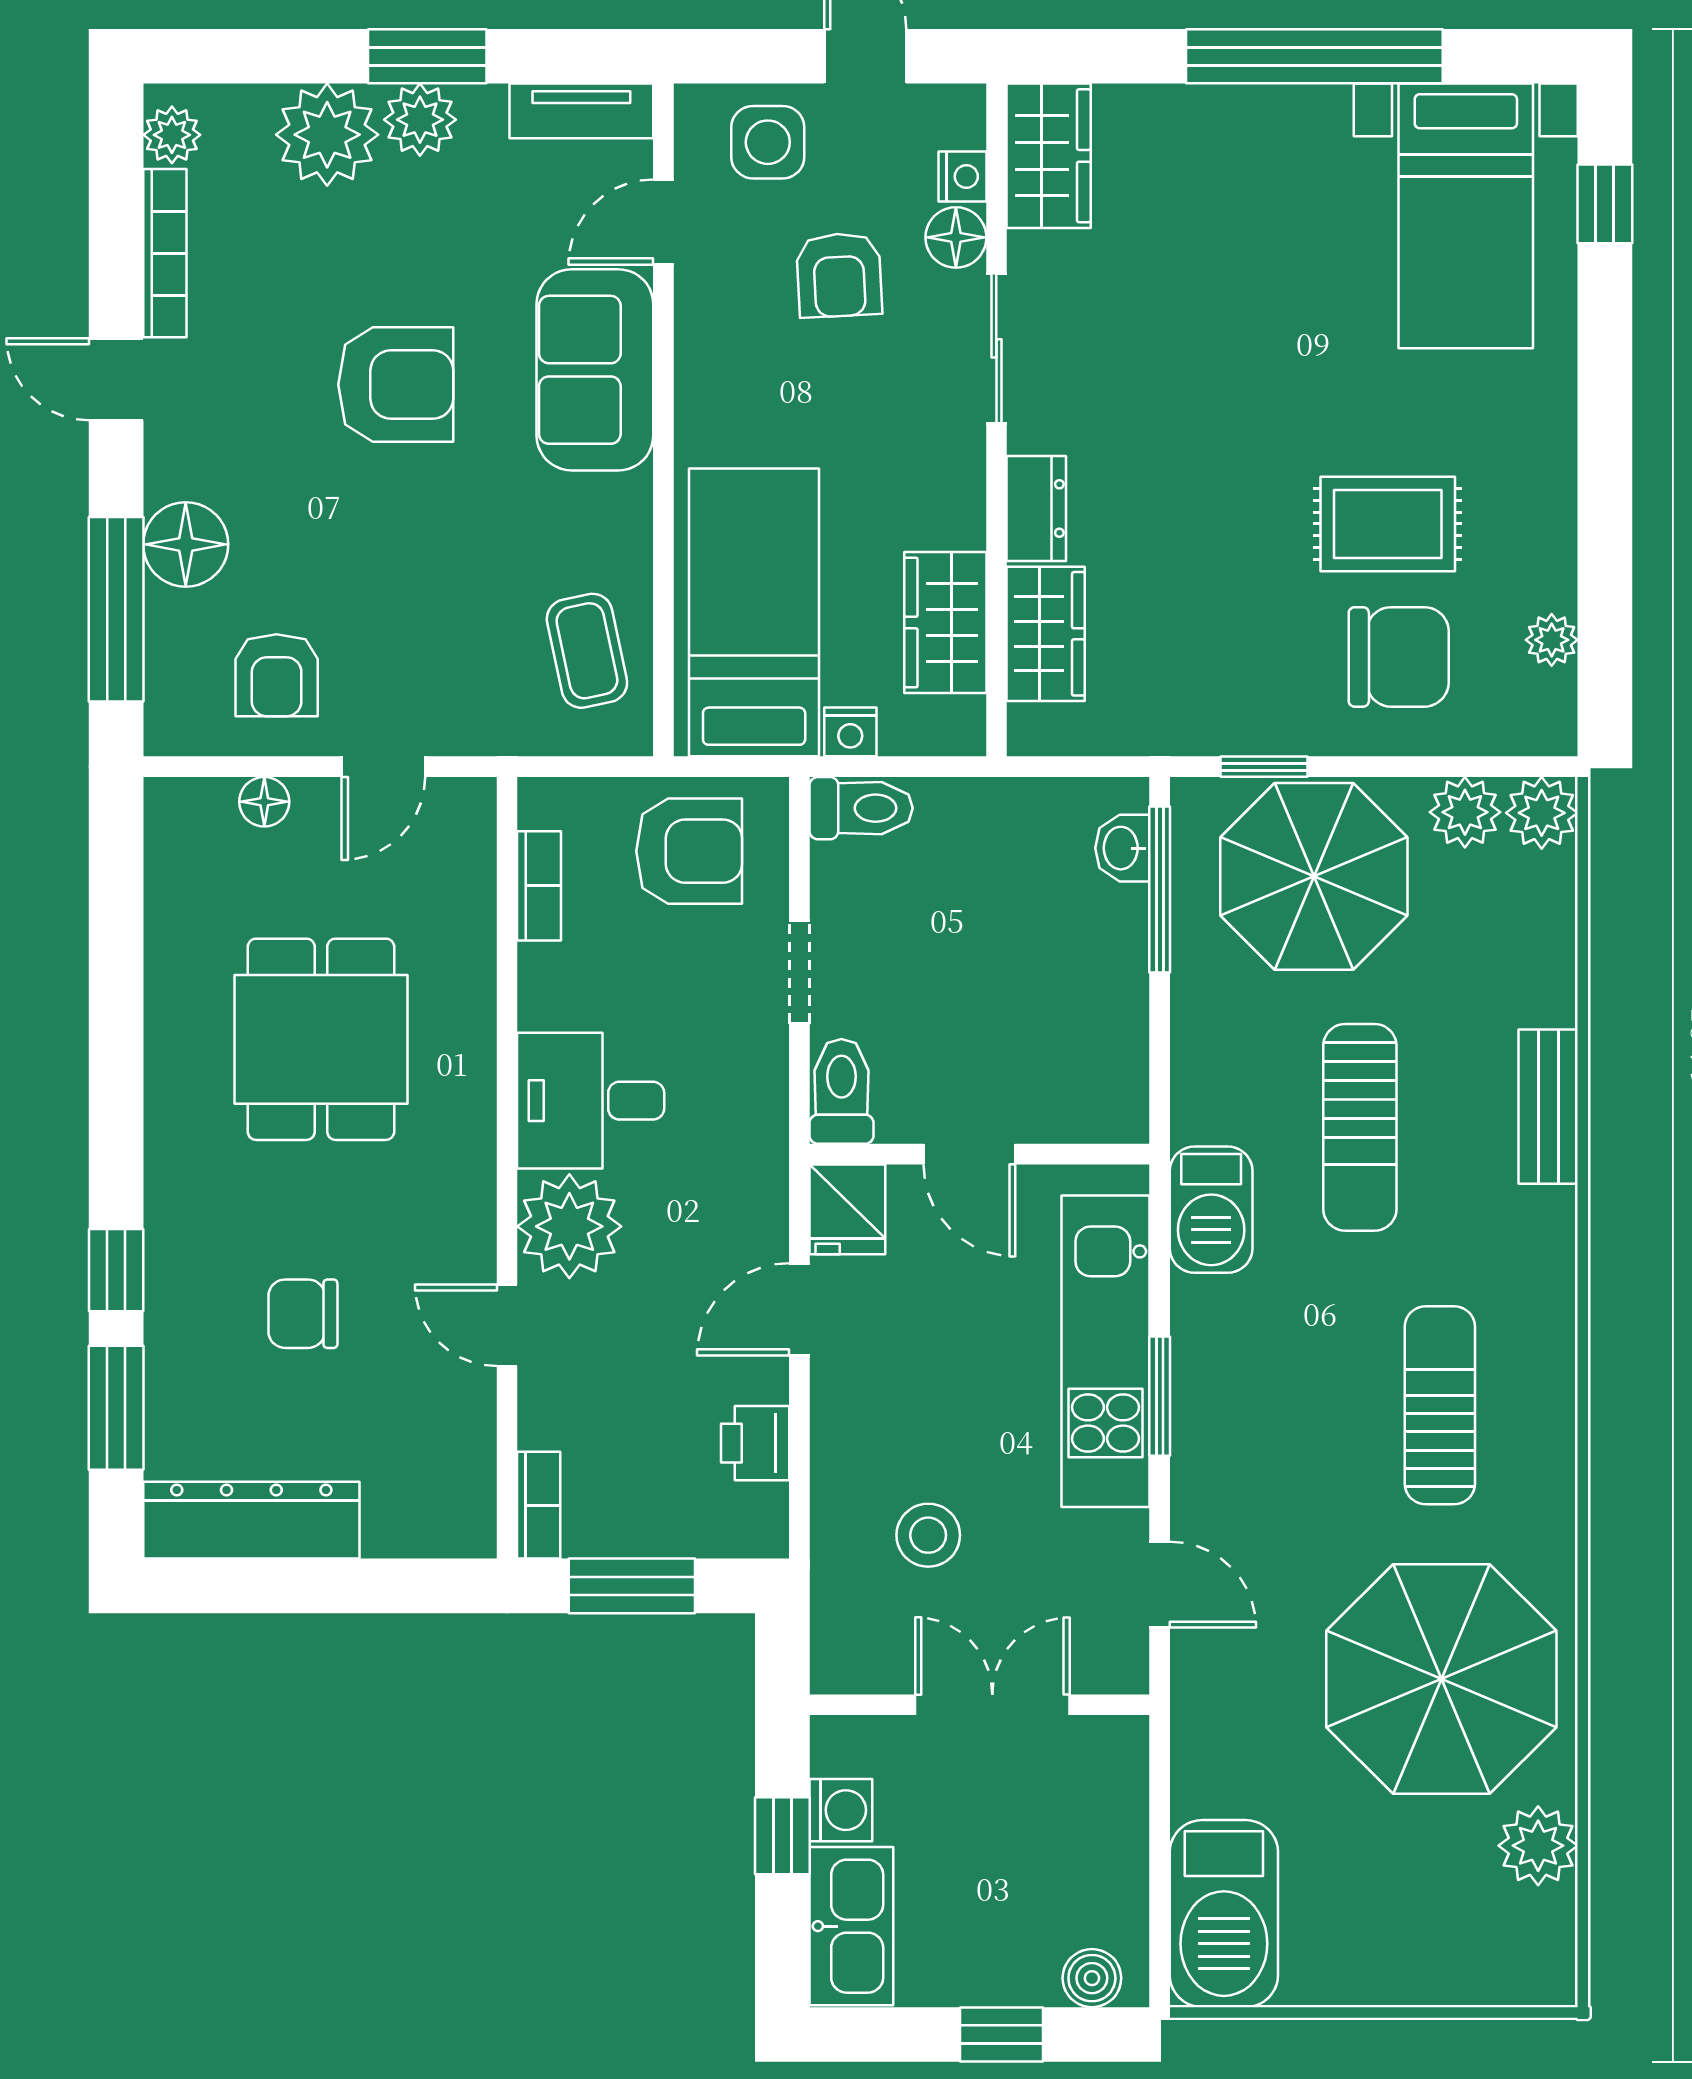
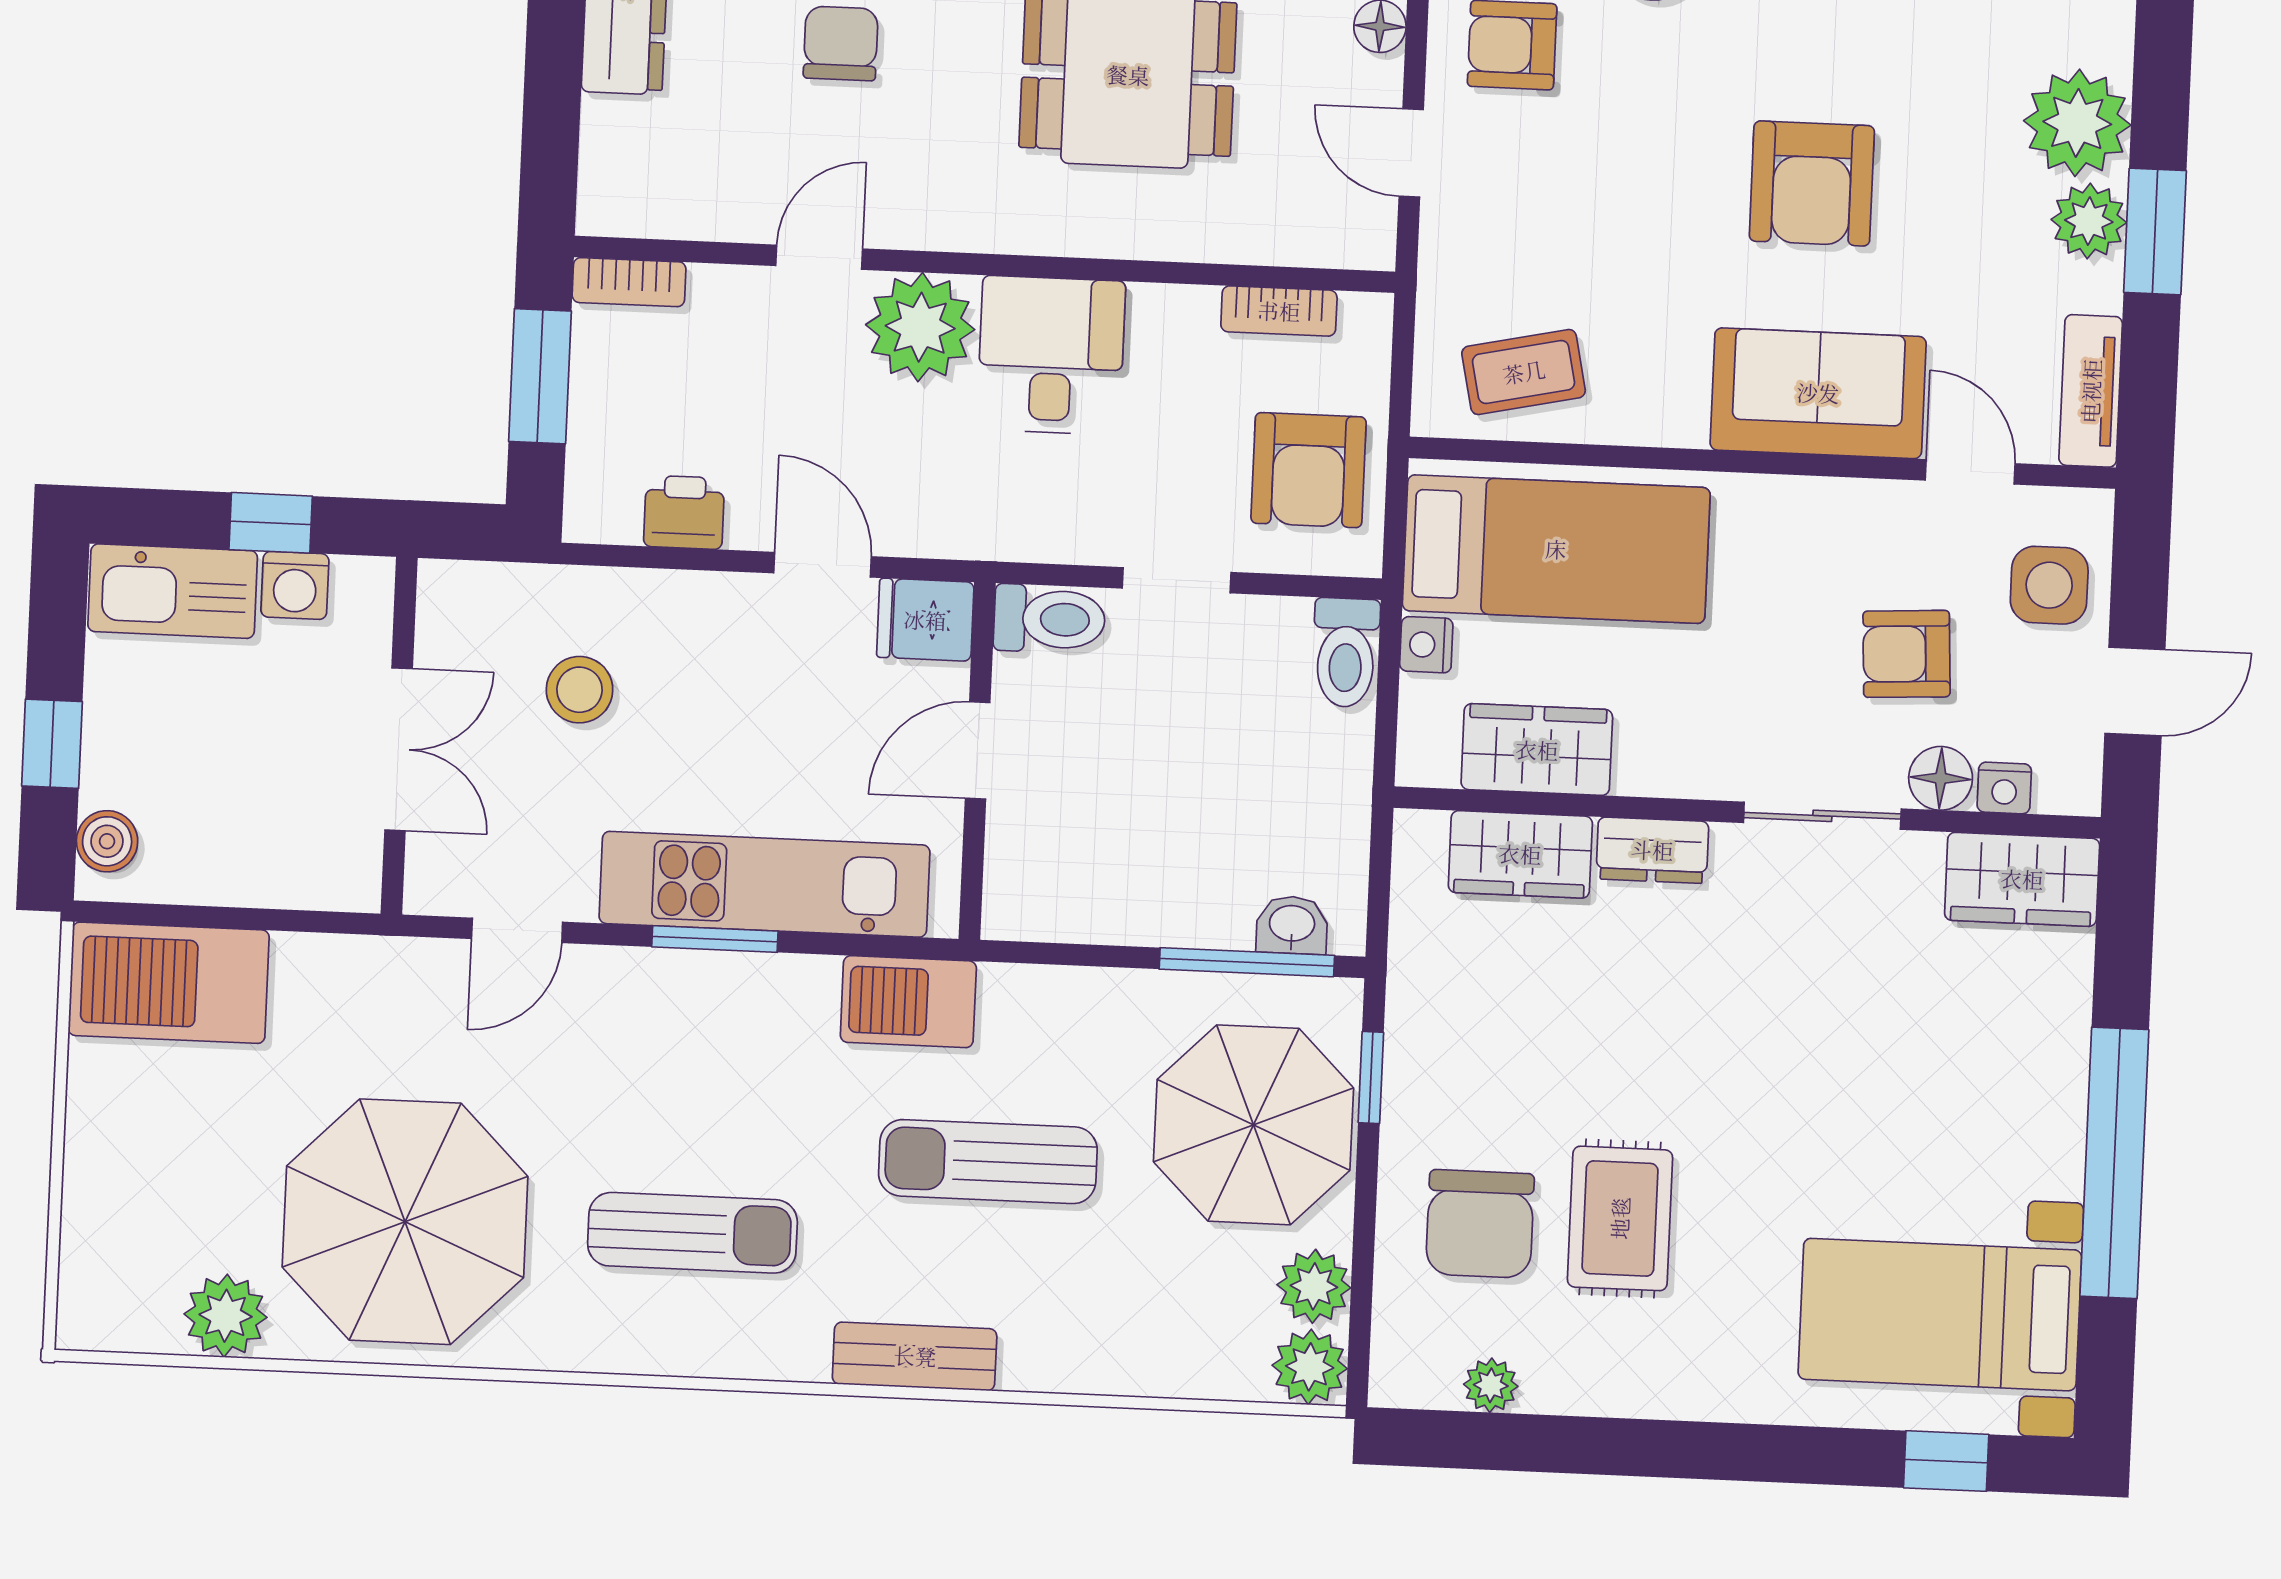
bench: (1548, 1107) -> (915, 1356), moved

